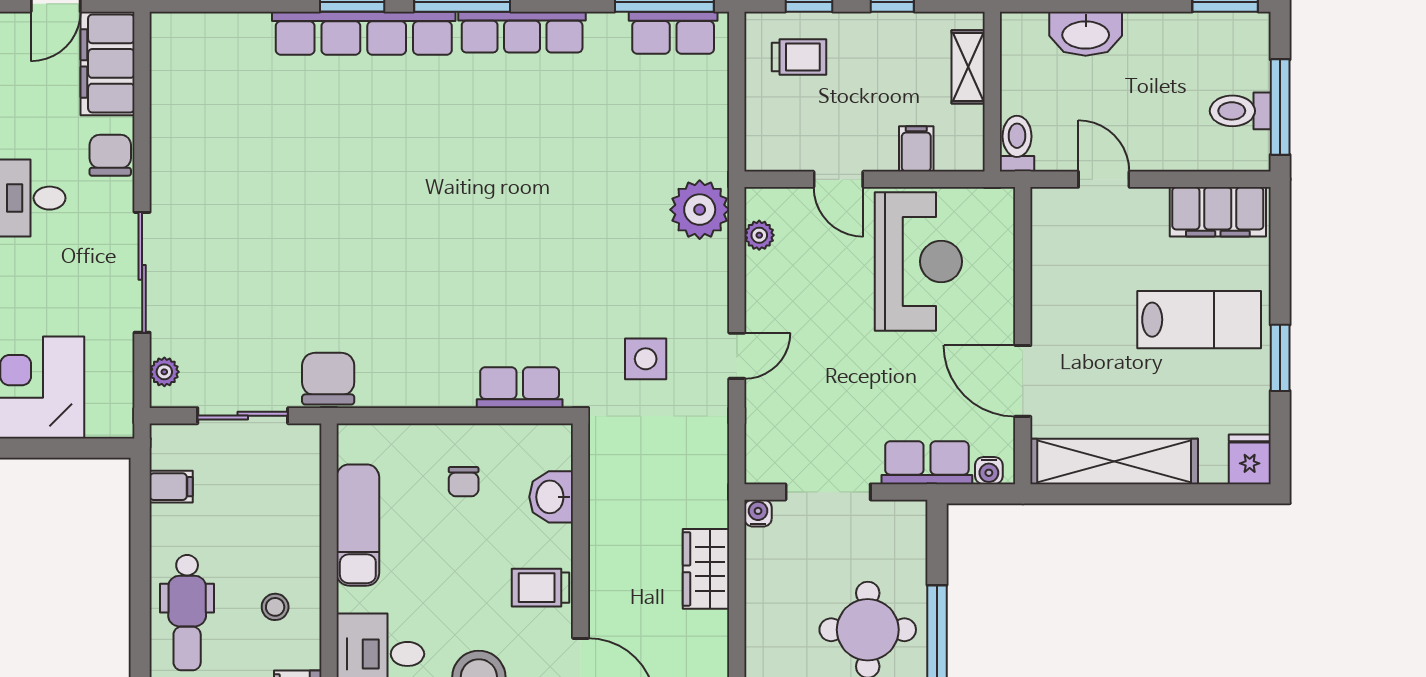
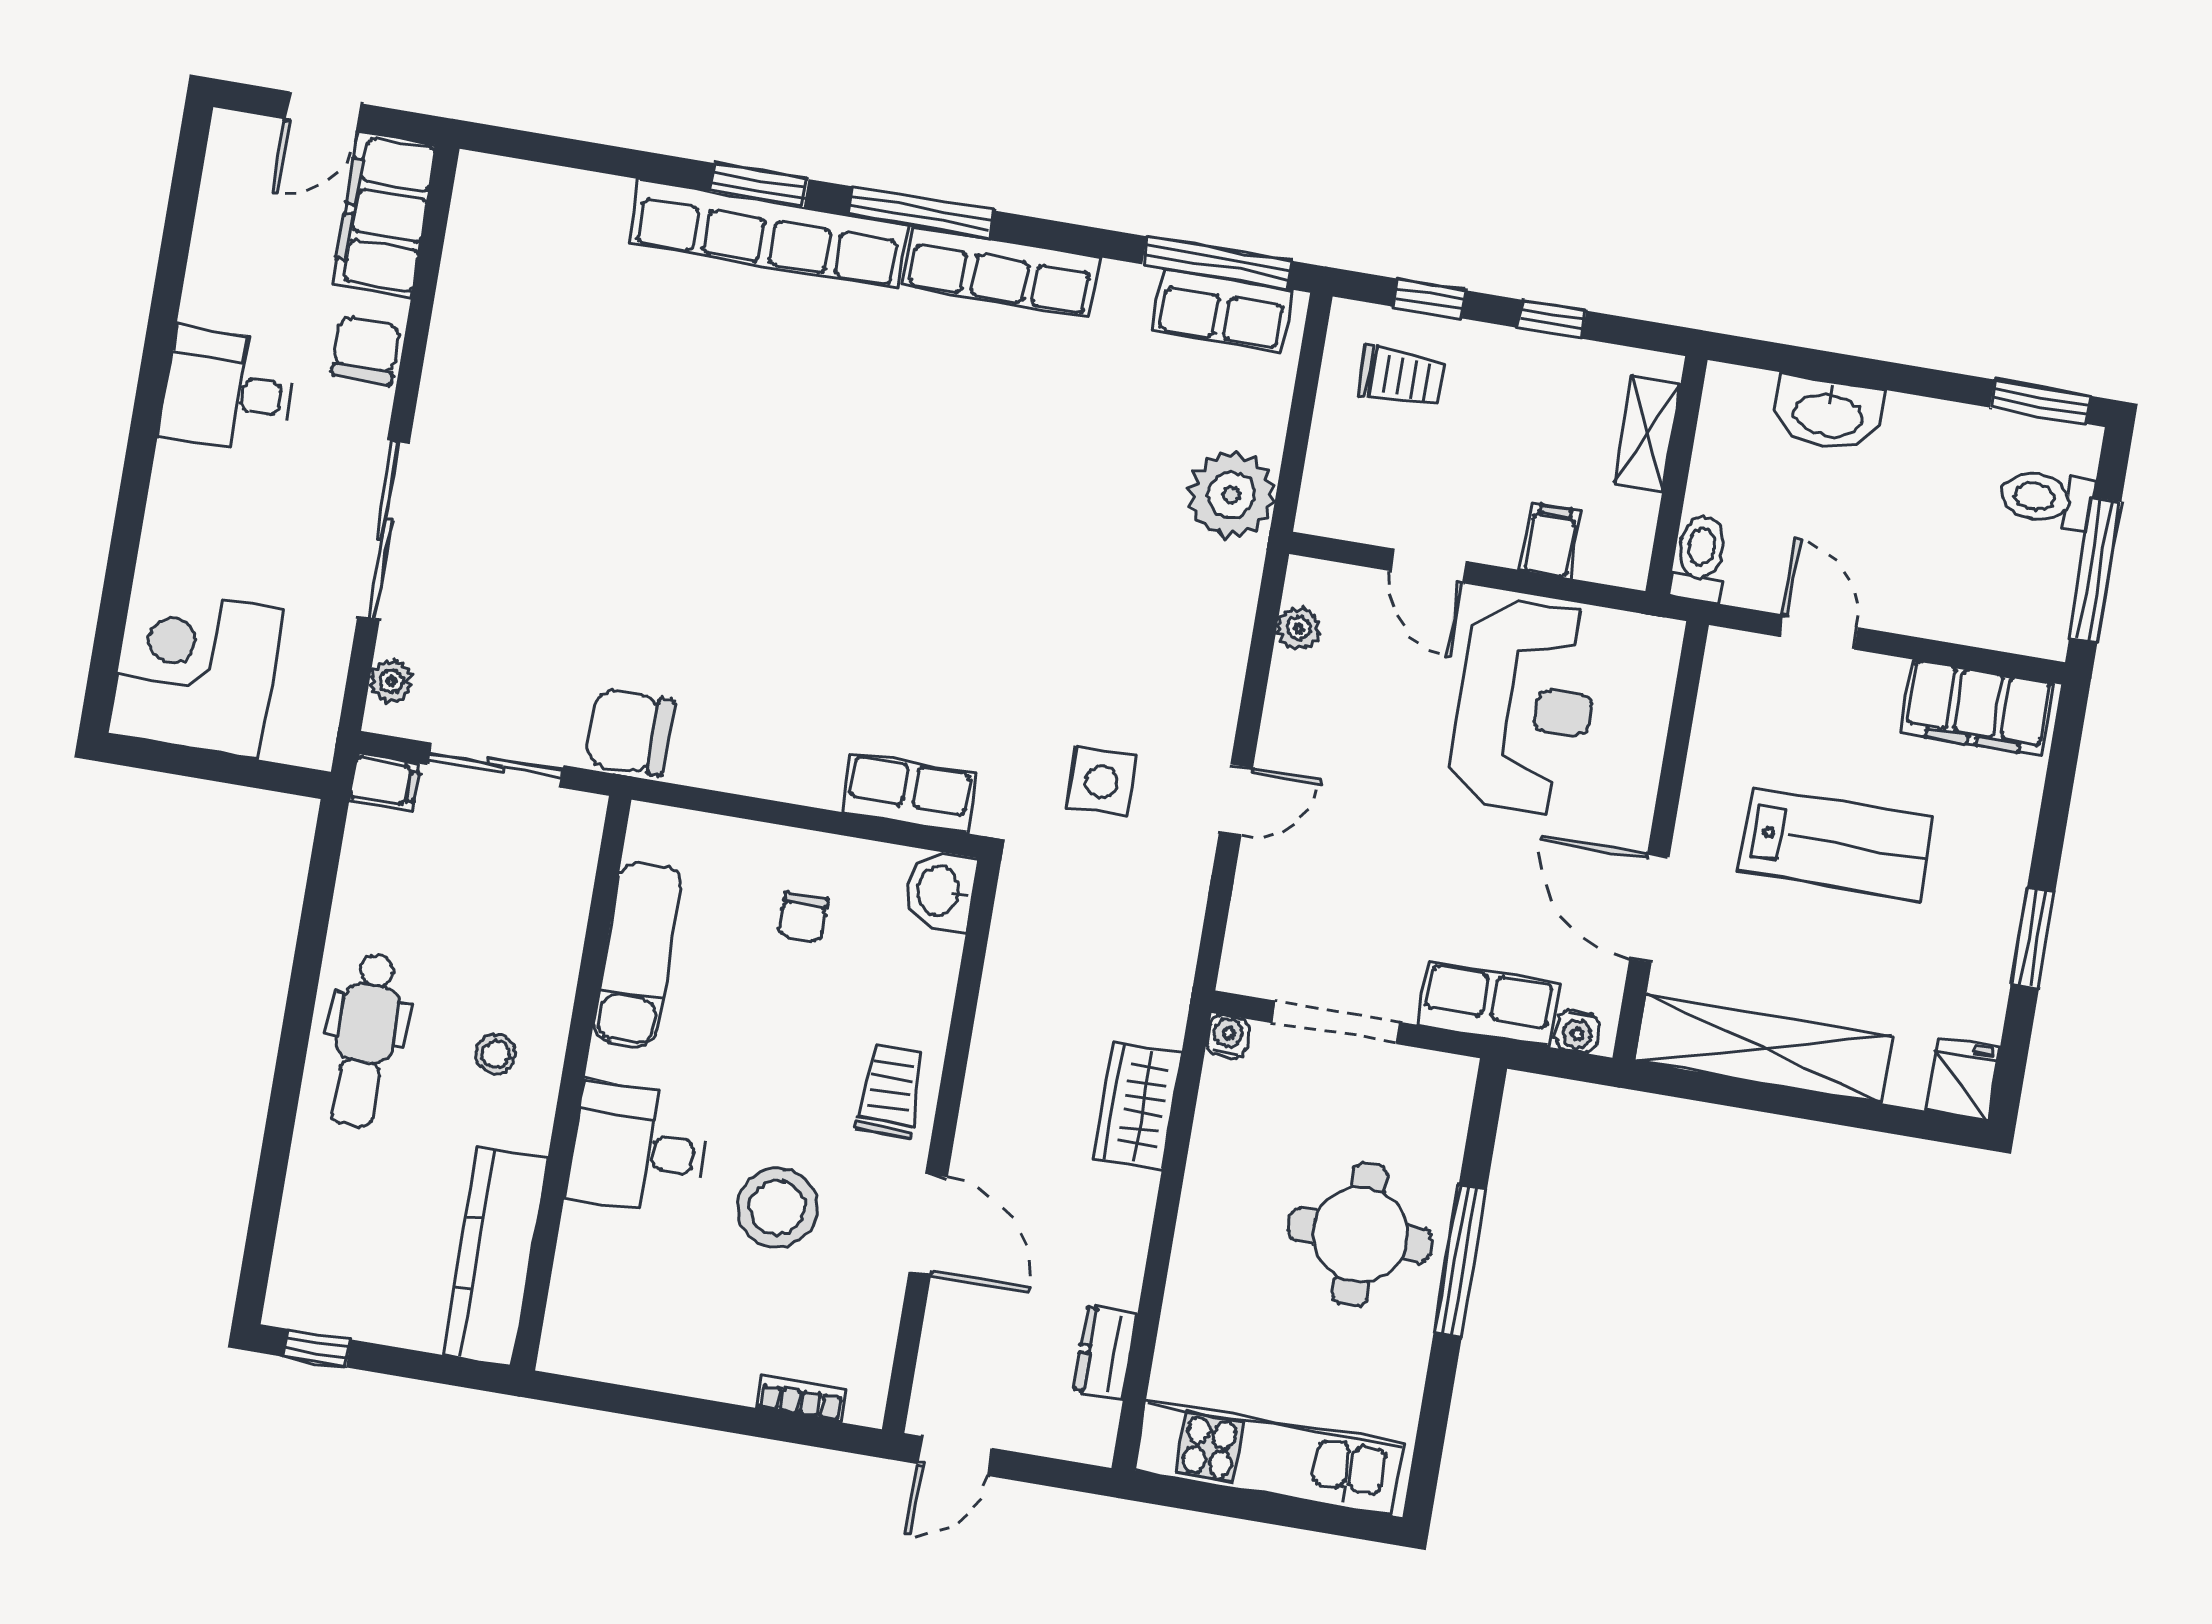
toilet: (1240, 111) -> (2047, 499), moved
plant: (700, 210) -> (1231, 495), moved
lab bench: (1199, 320) -> (1836, 844), moved
chair: (328, 379) -> (630, 732), turned -90
filing cabinet: (171, 487) -> (385, 782), moved
washbasin: (551, 497) -> (940, 891), moved
trolley: (541, 588) -> (890, 1092), turned 90

